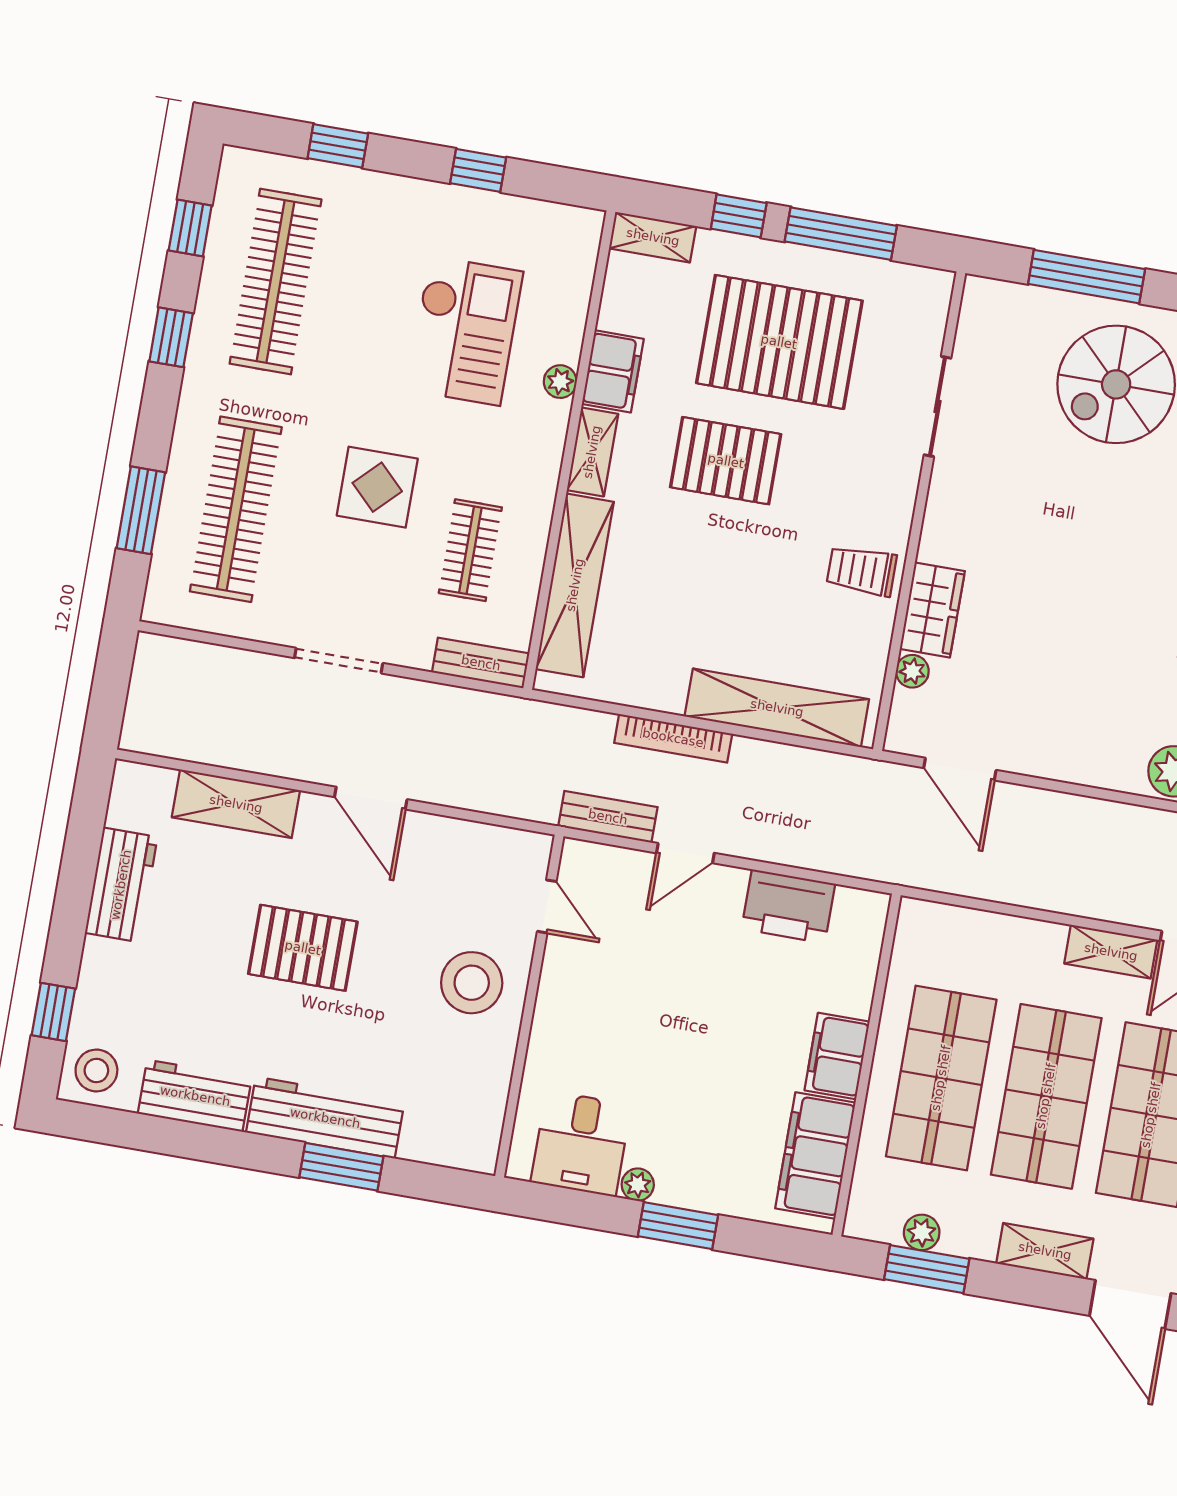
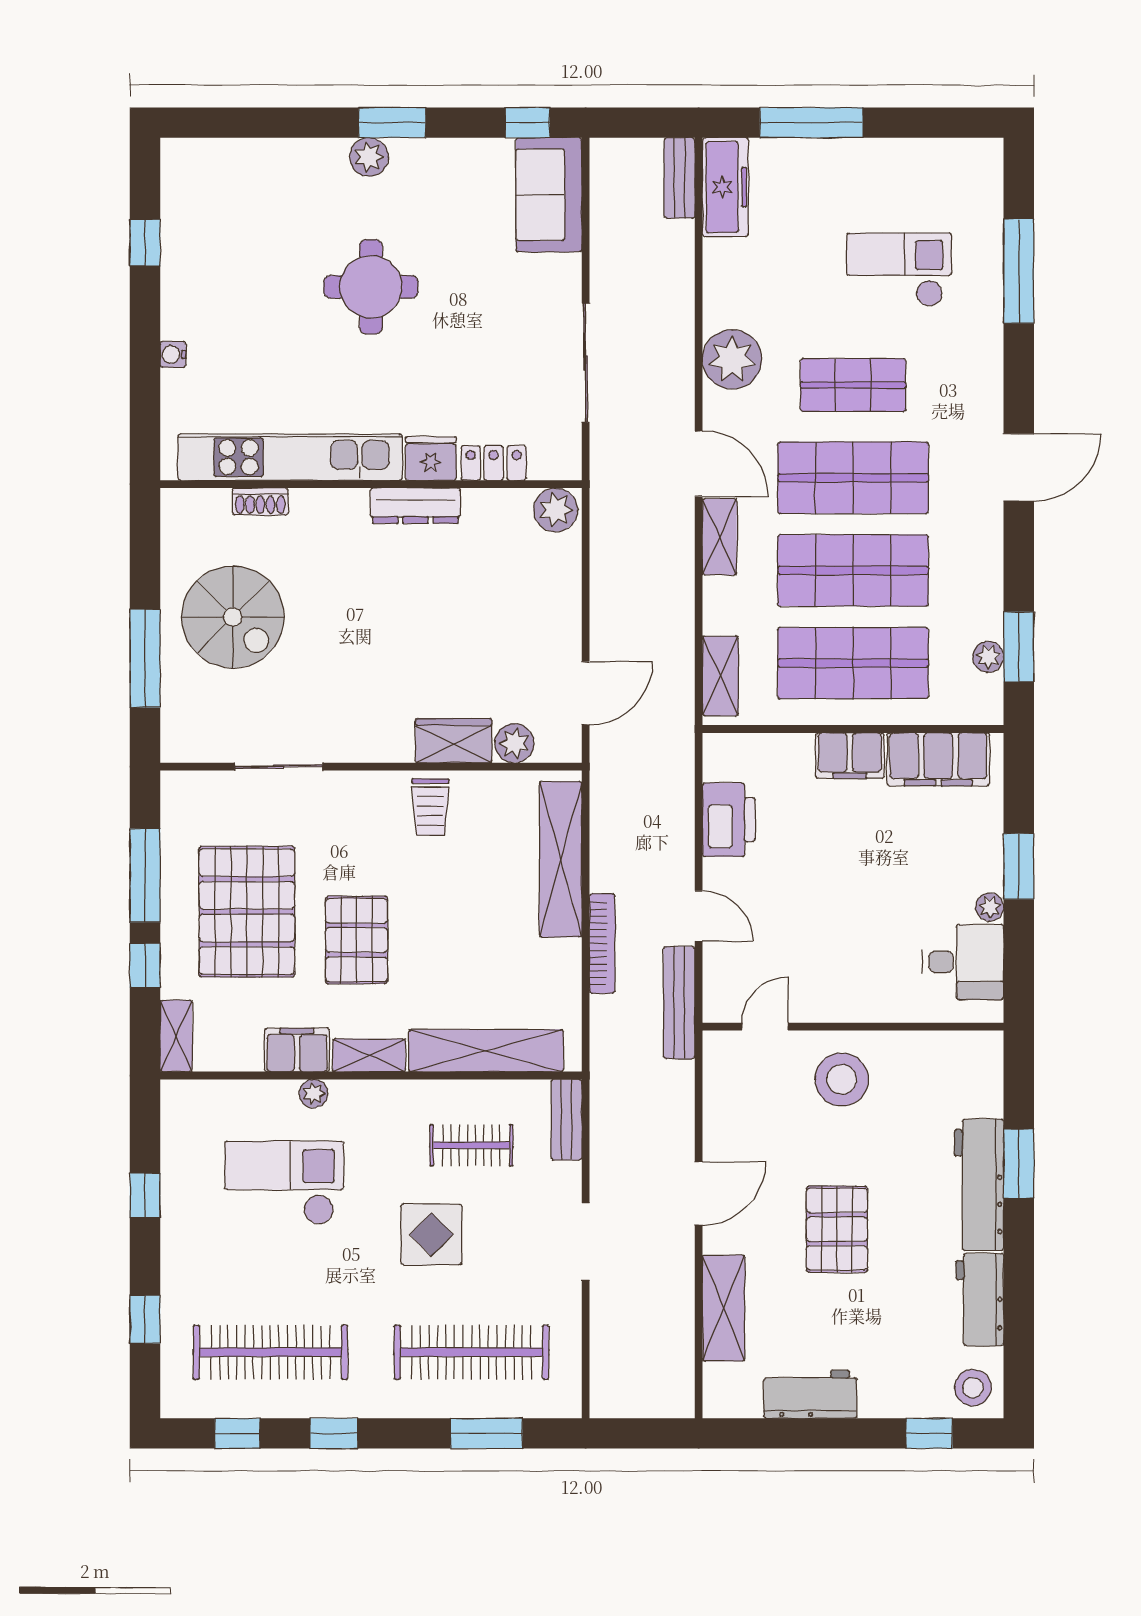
plant: (912, 671) -> (514, 743), width x1.38, depth x1.38
bench: (608, 817) -> (679, 1003), width x1.36
shelving: (1045, 1251) -> (720, 676), moved

